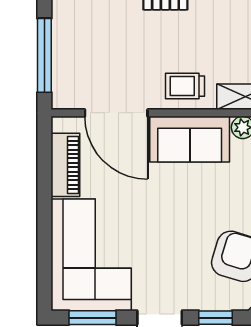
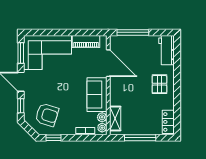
trolley: (185, 86) -> (120, 93), removed
door: (116, 113) -> (108, 63), swing flipped

